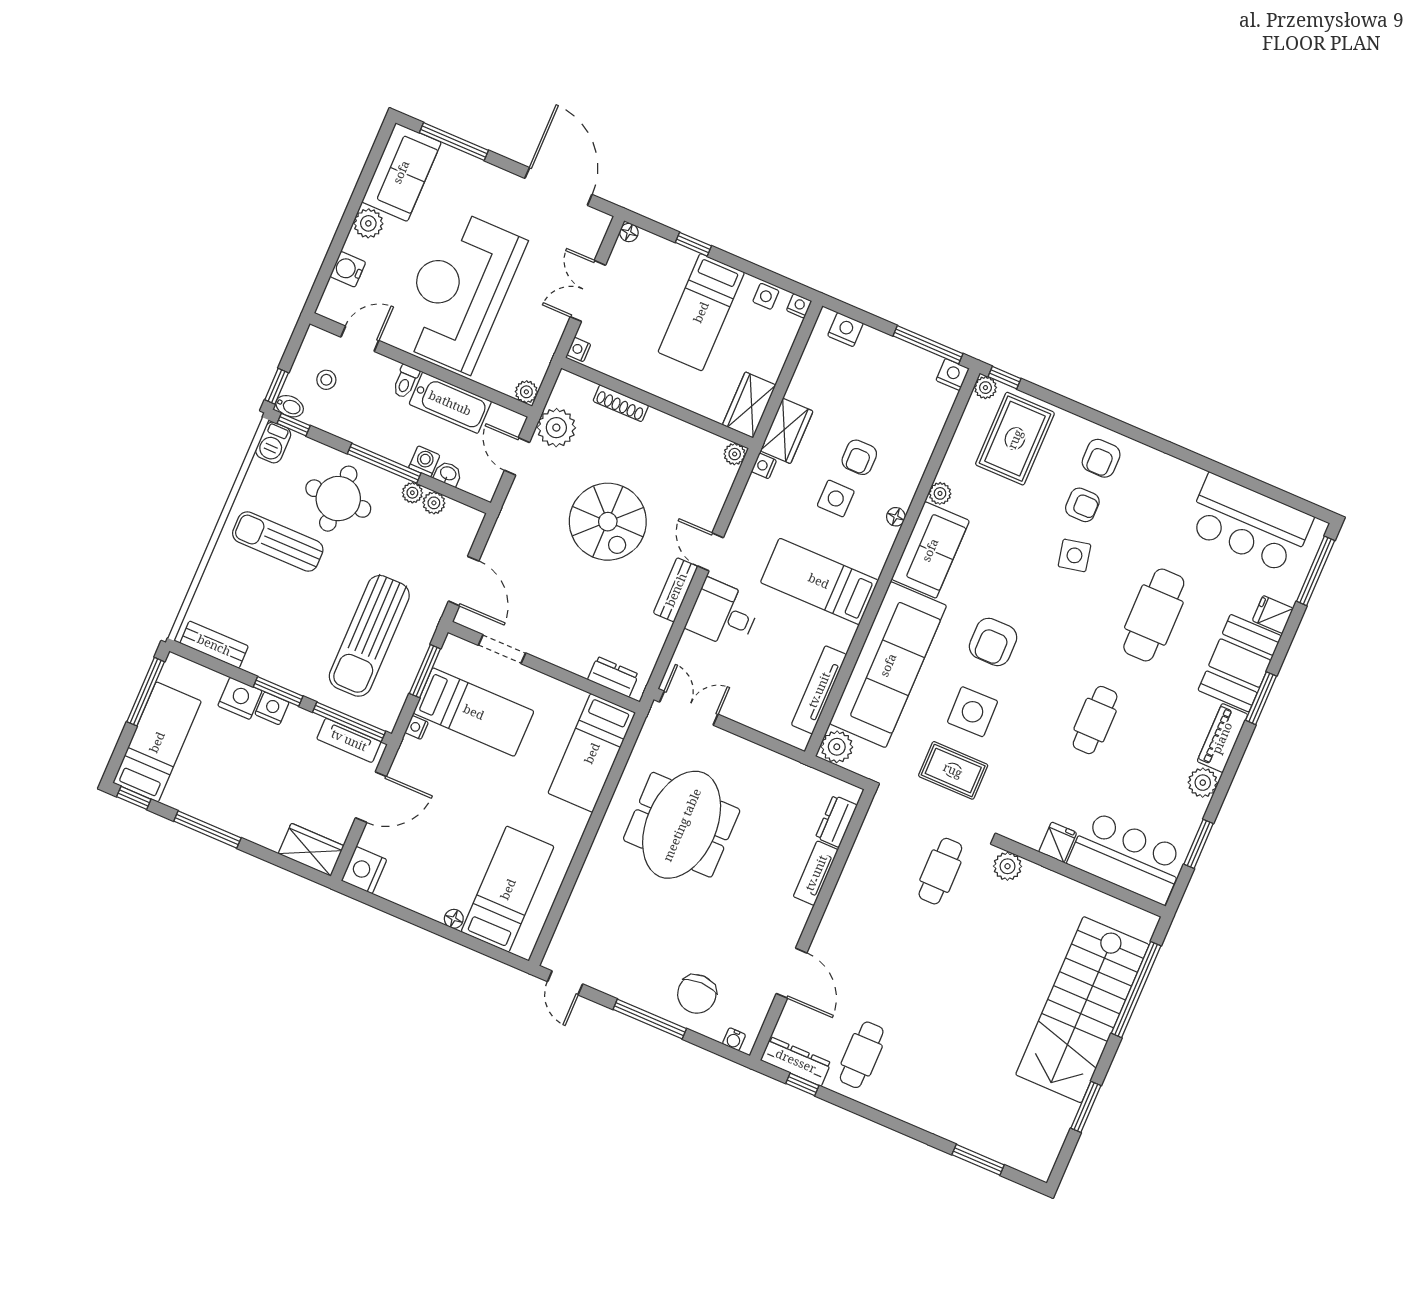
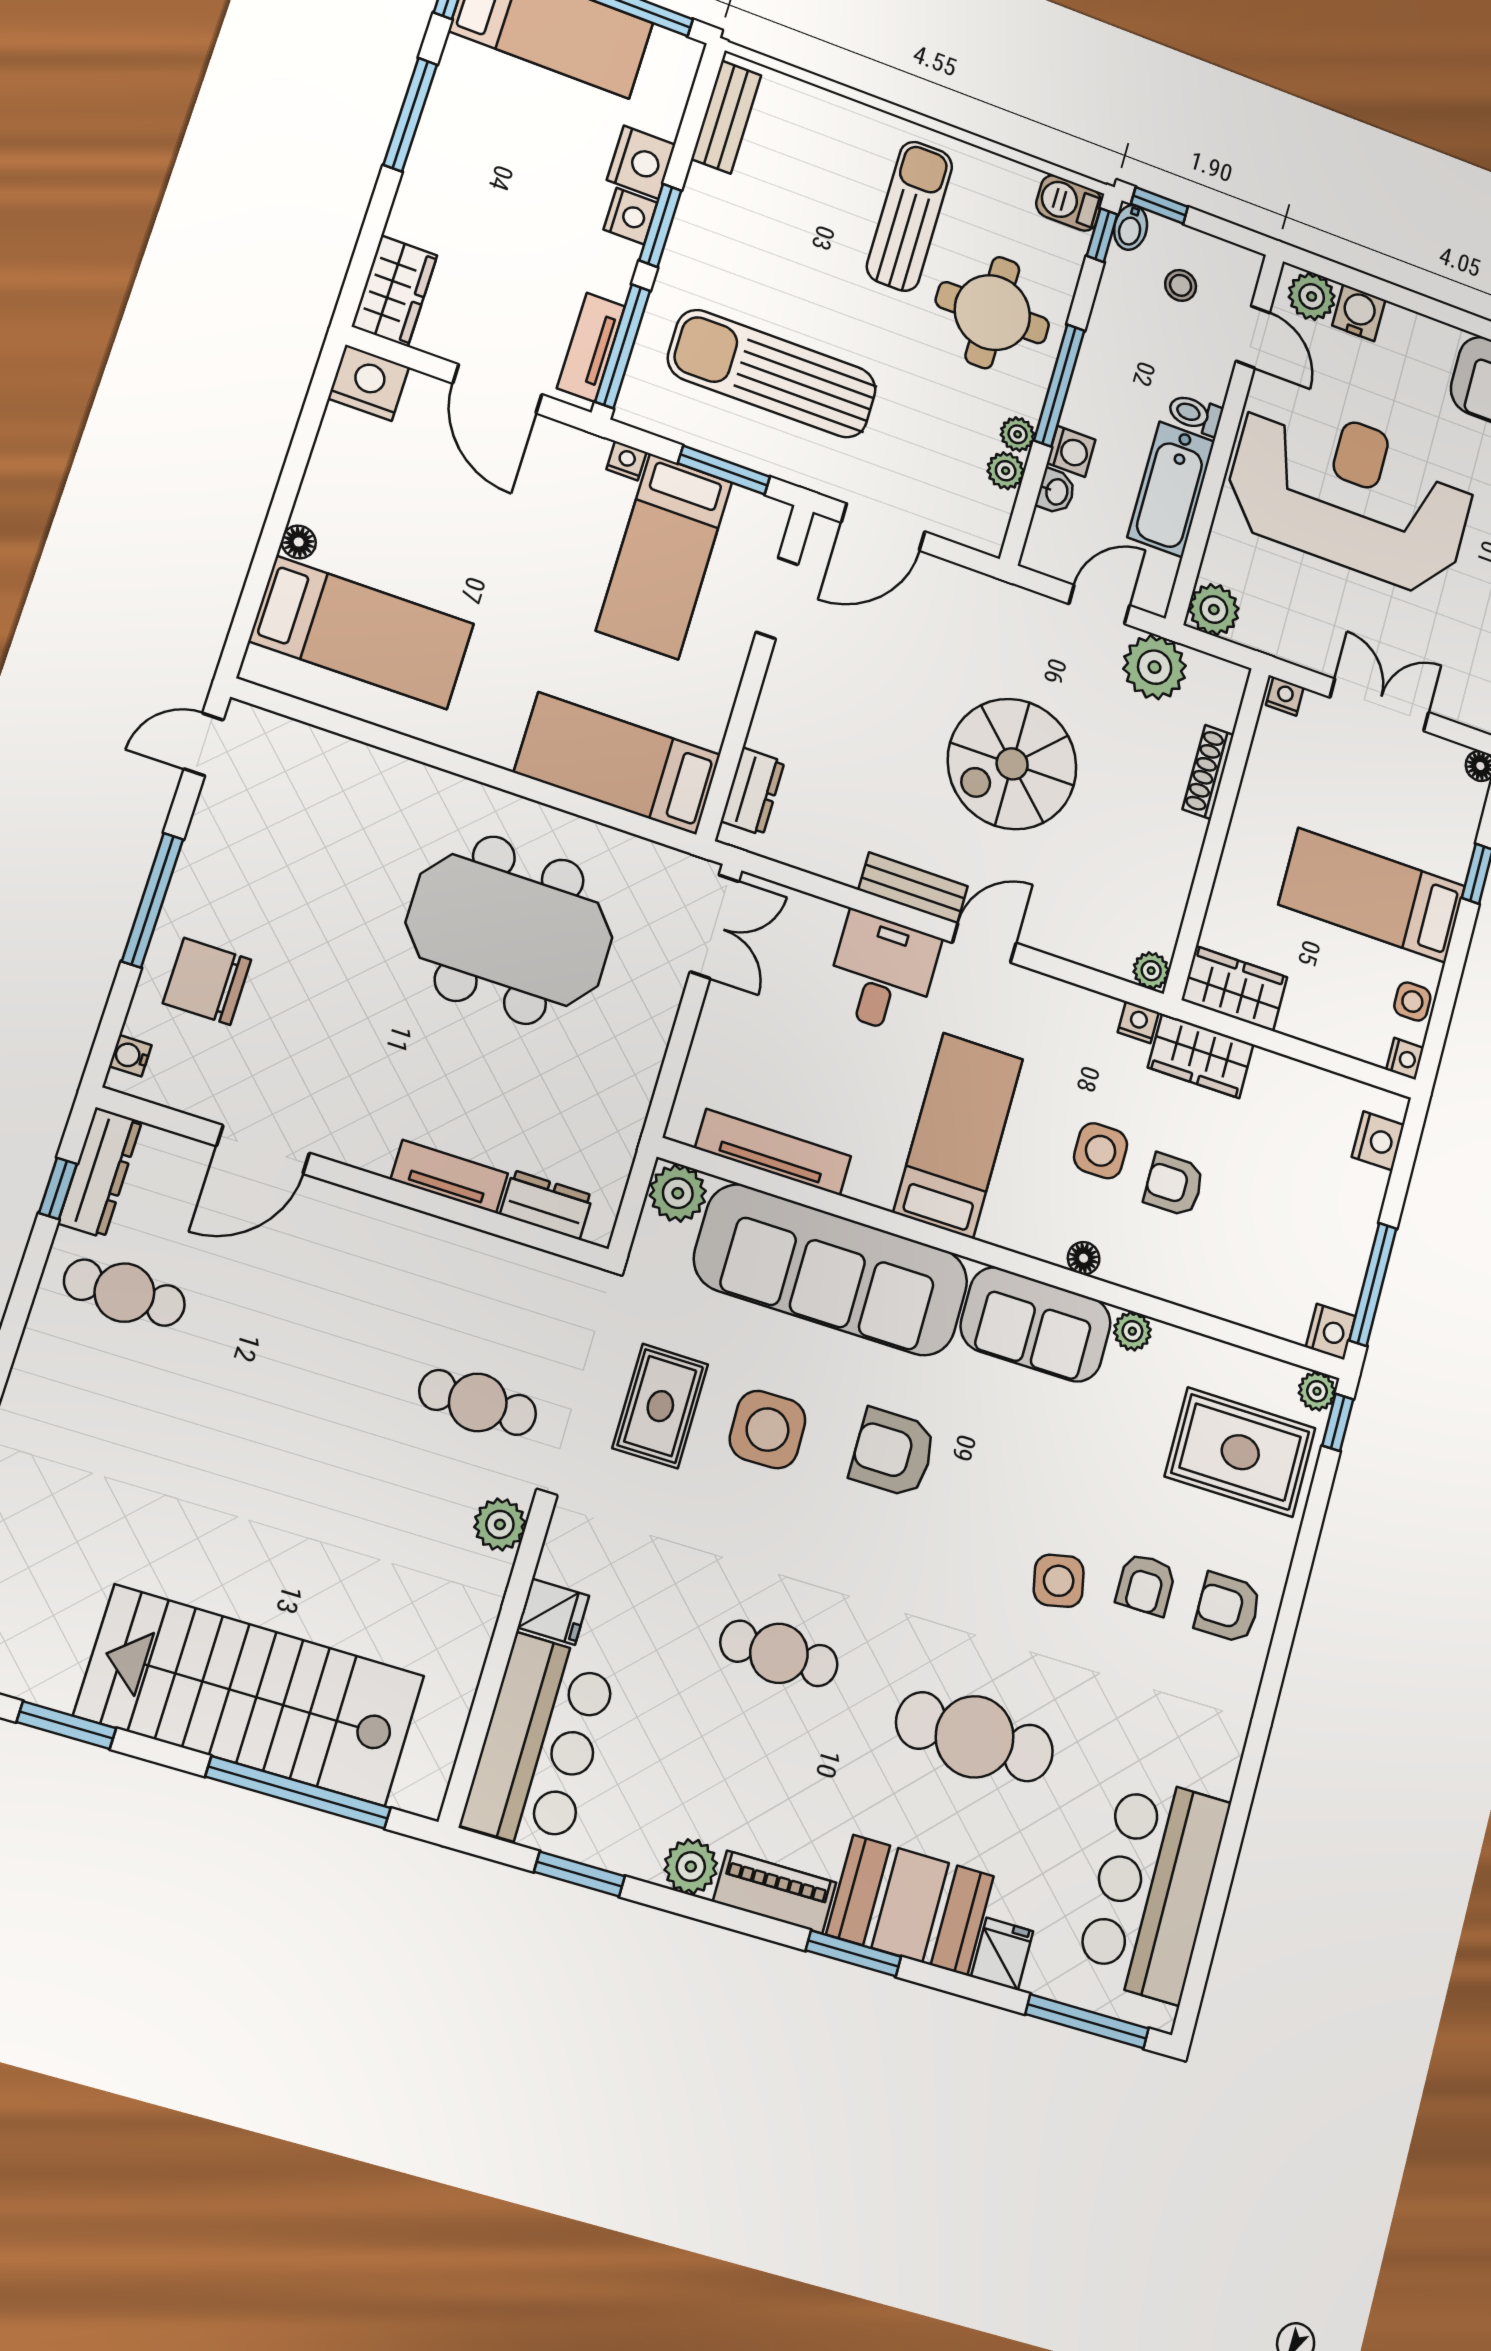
plant: (368, 223) -> (1312, 296), moved
plant: (526, 392) -> (1214, 610), width x1.38, depth x1.38

